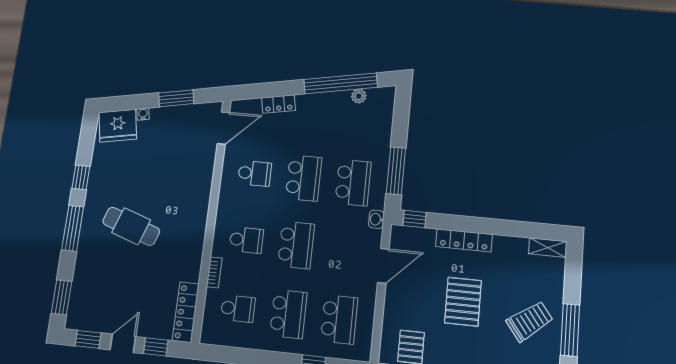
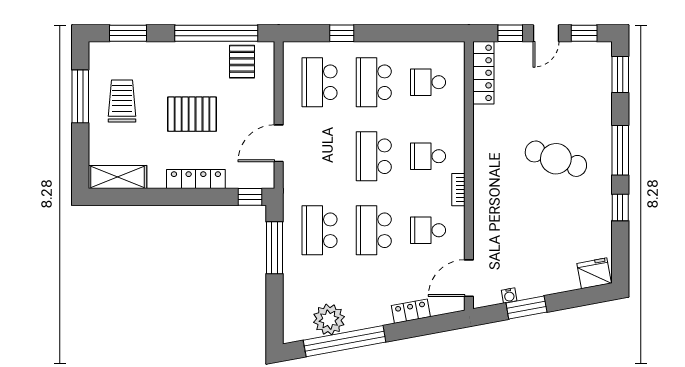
plant: (359, 96) -> (329, 320), width x1.87, depth x1.87
water cooler: (143, 114) -> (509, 296), moved
fridge: (118, 126) -> (594, 273), width x0.73, depth x0.75
washbasin: (376, 219) -> (291, 192), removed
shelving: (548, 248) -> (118, 177), width x1.50, depth x1.33
bookcase: (214, 272) -> (458, 190), moved
pallet: (463, 302) -> (192, 114), turned 90
trolley: (530, 321) -> (122, 101), turned 127

